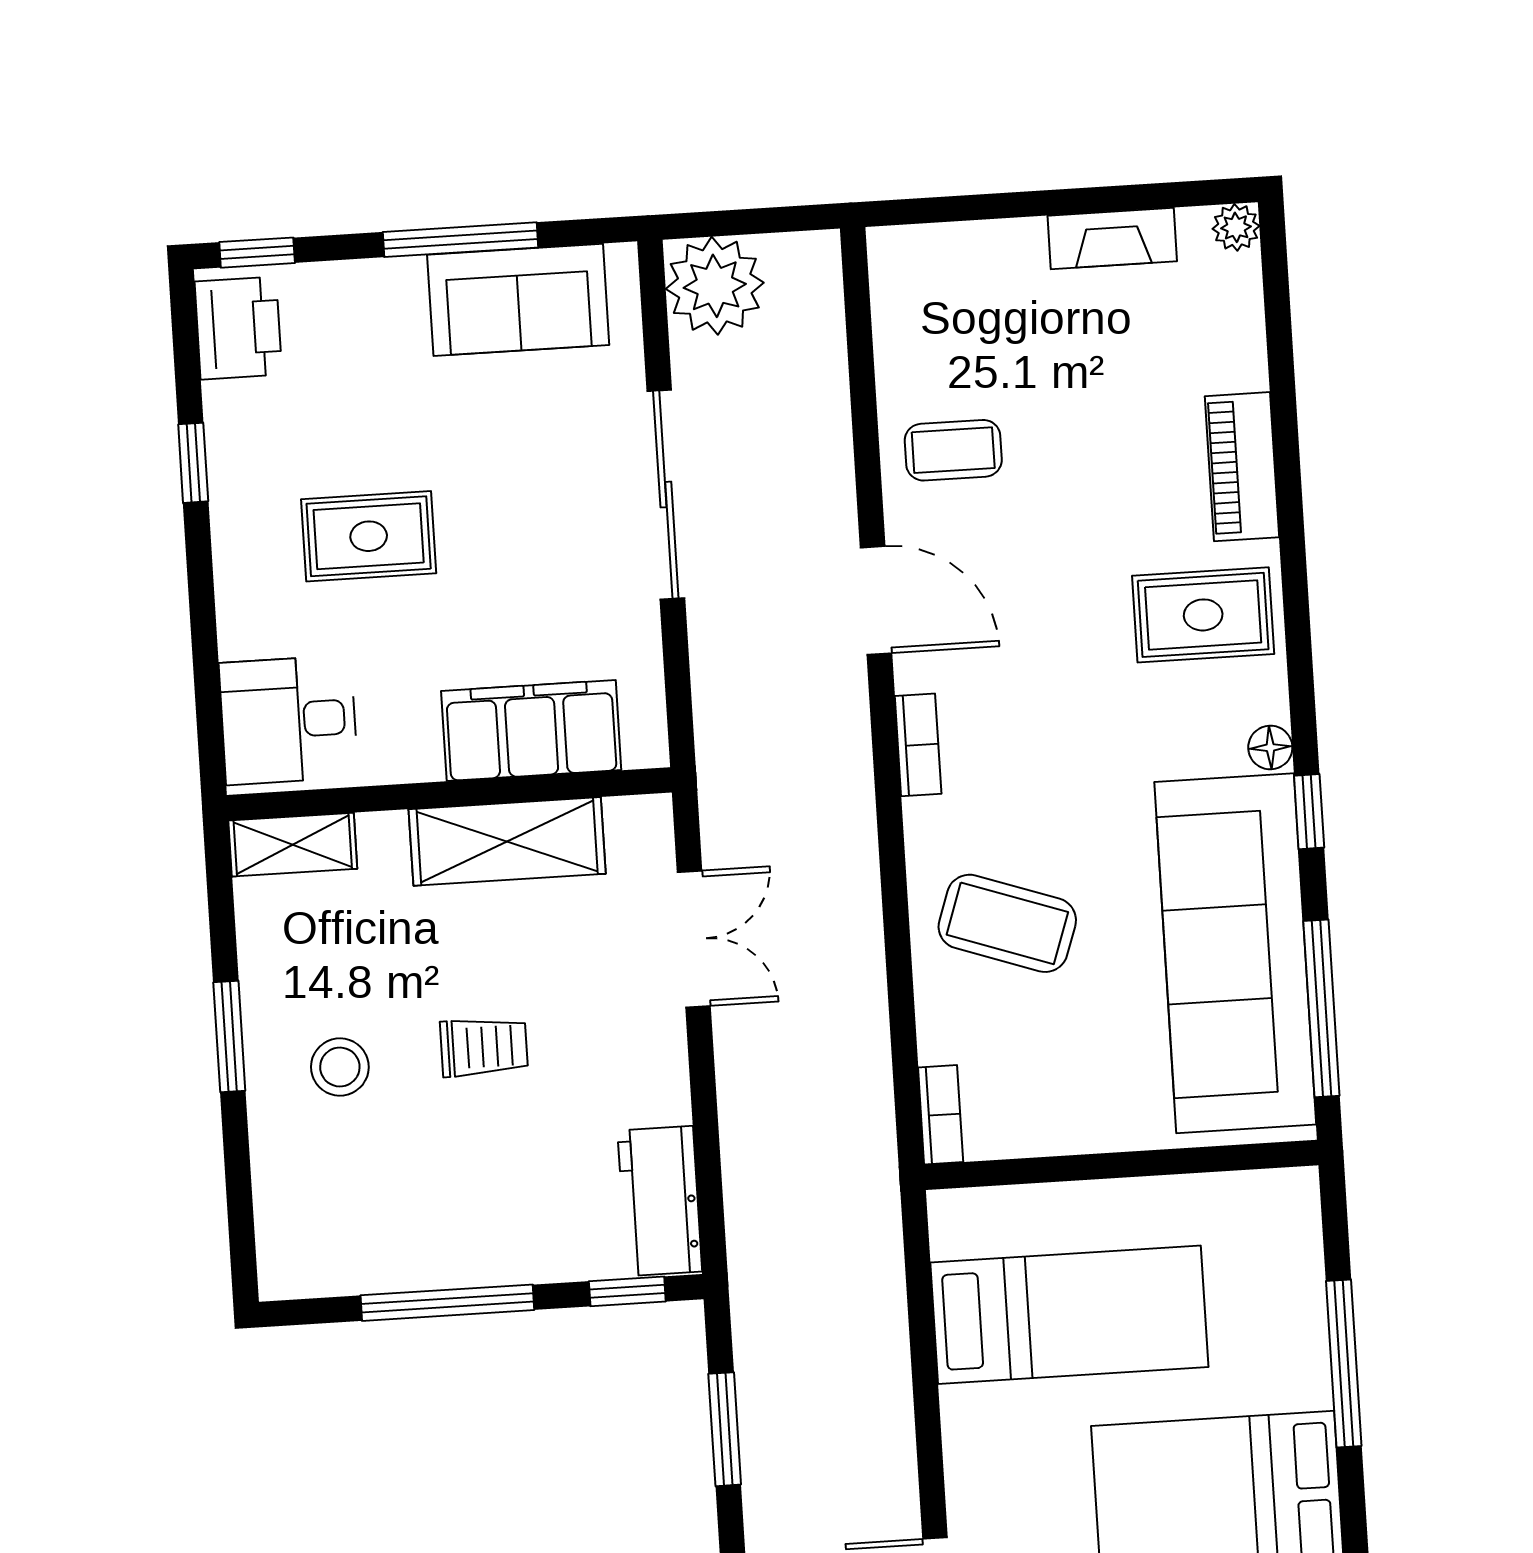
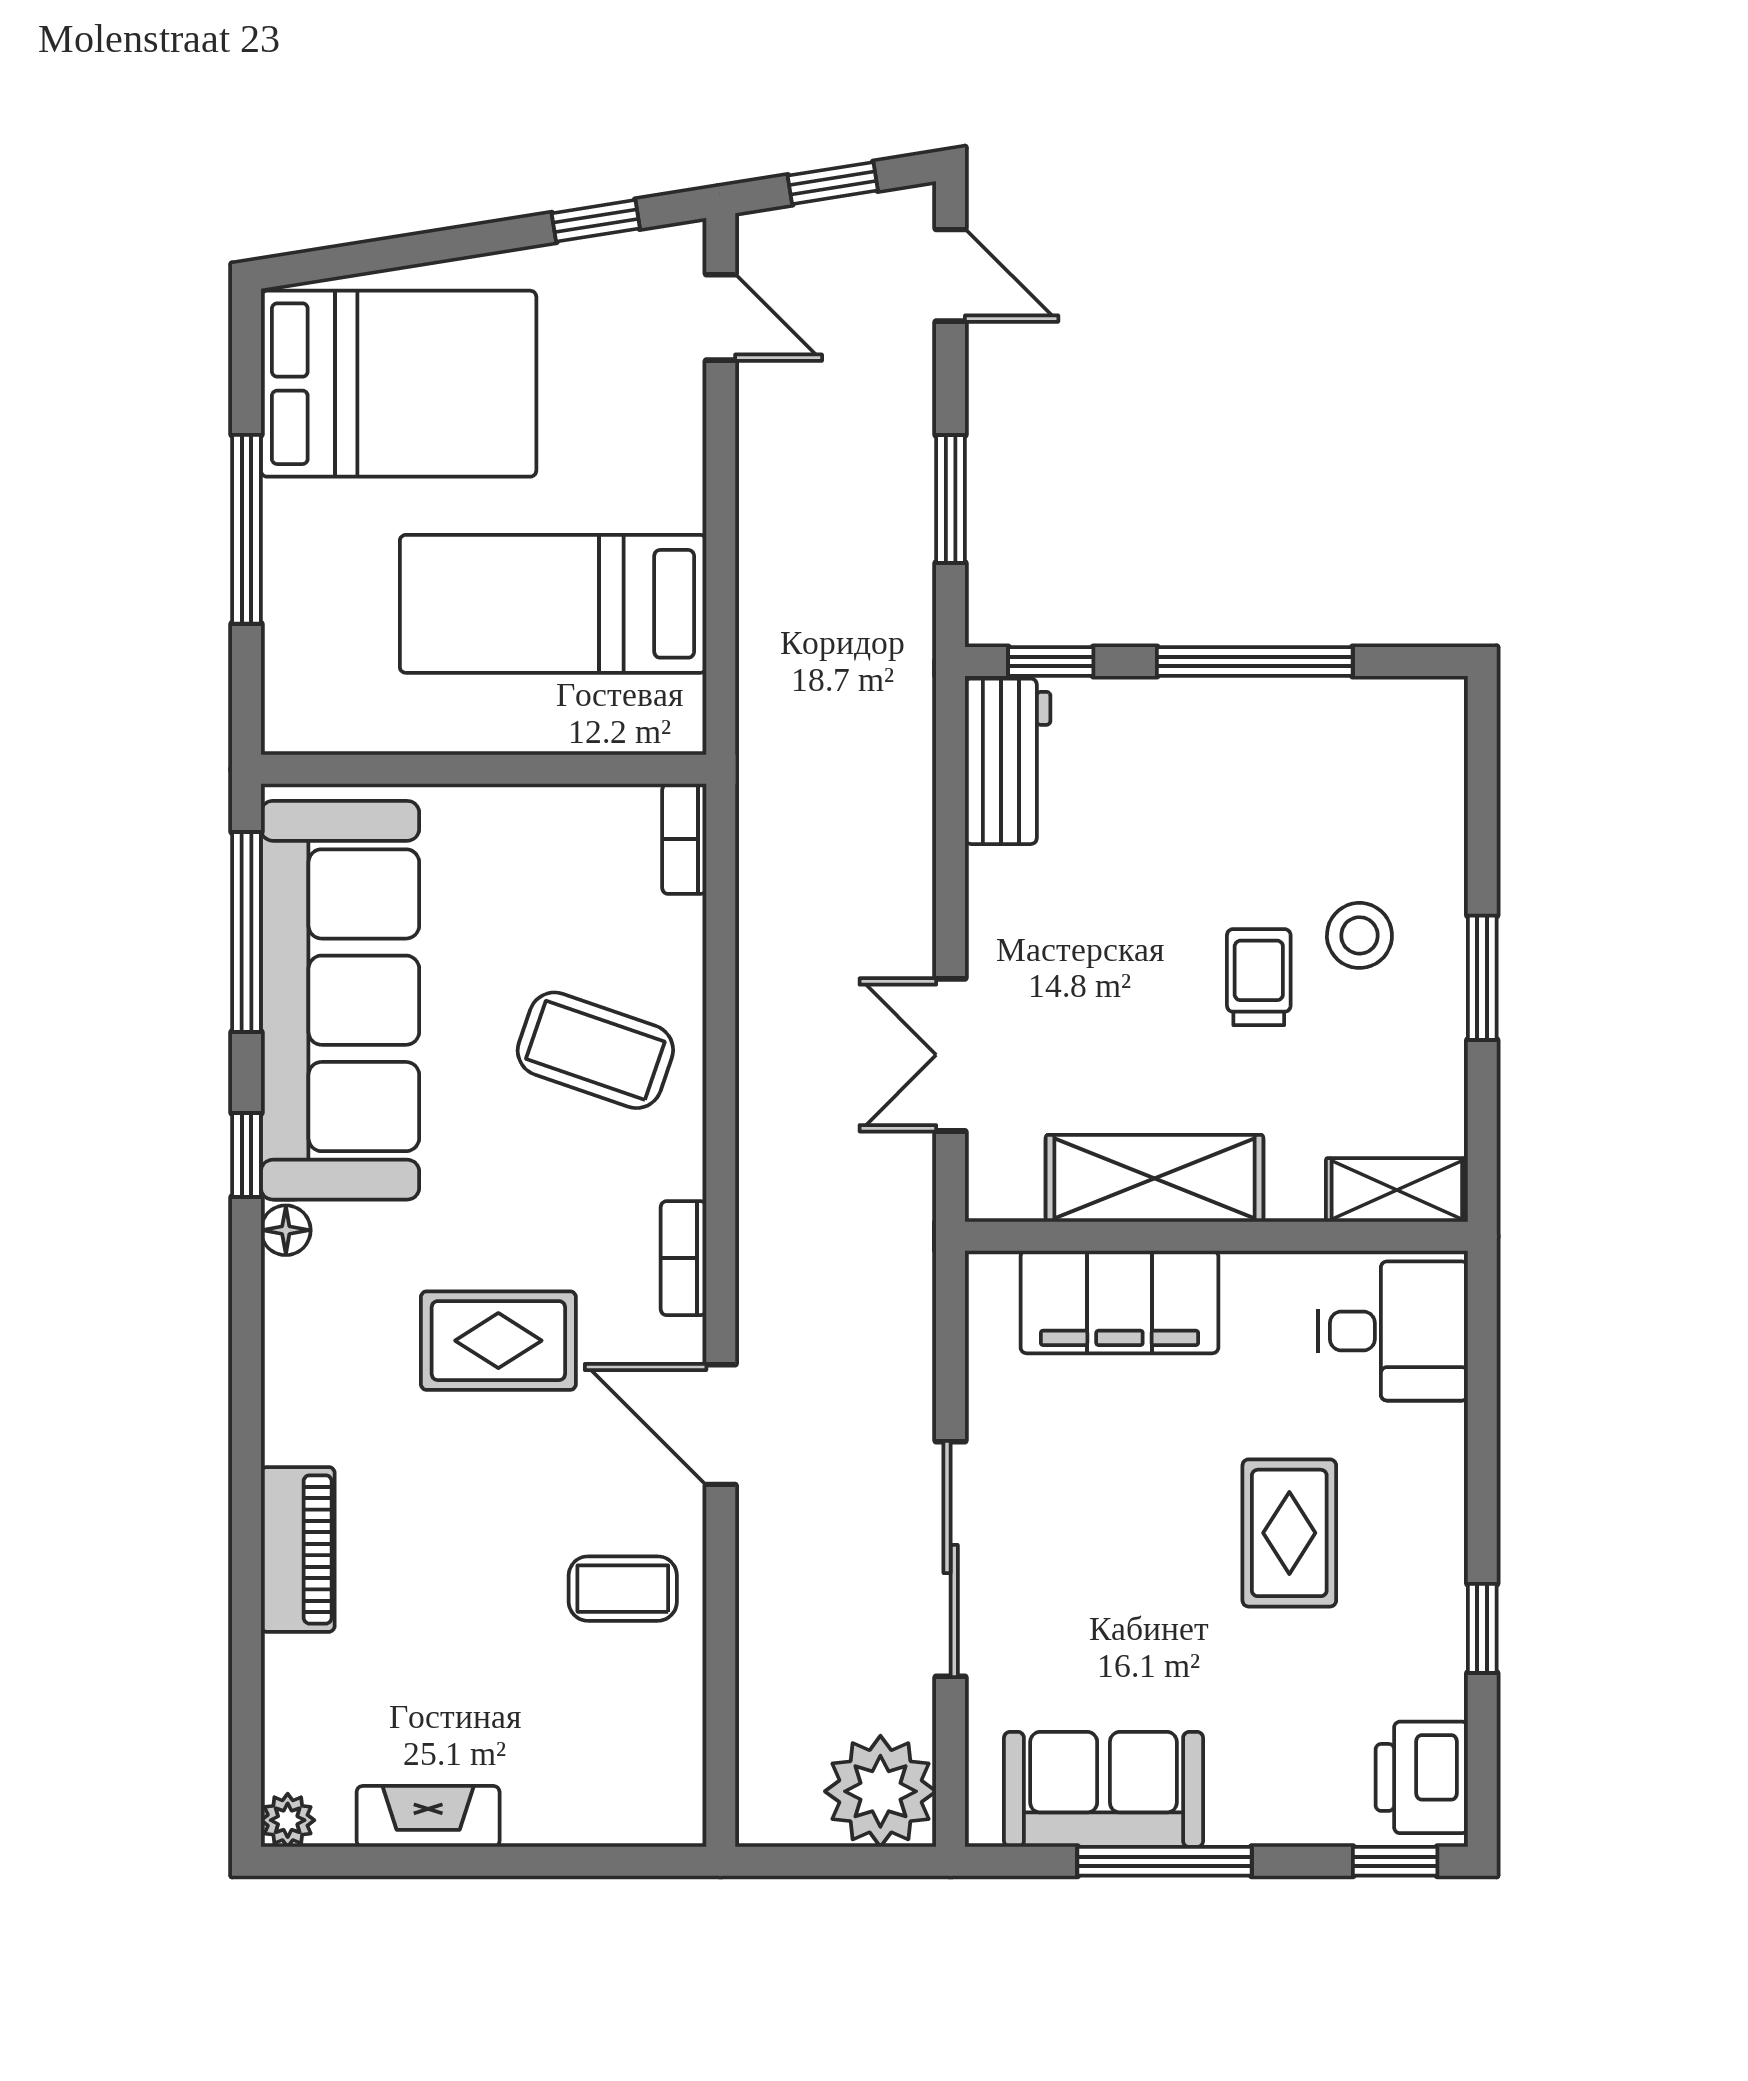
rug: (369, 536) -> (1289, 1533), turned 90
rug: (1203, 615) -> (498, 1341), moved
trolley: (484, 1047) -> (1259, 977), moved, turned 90

